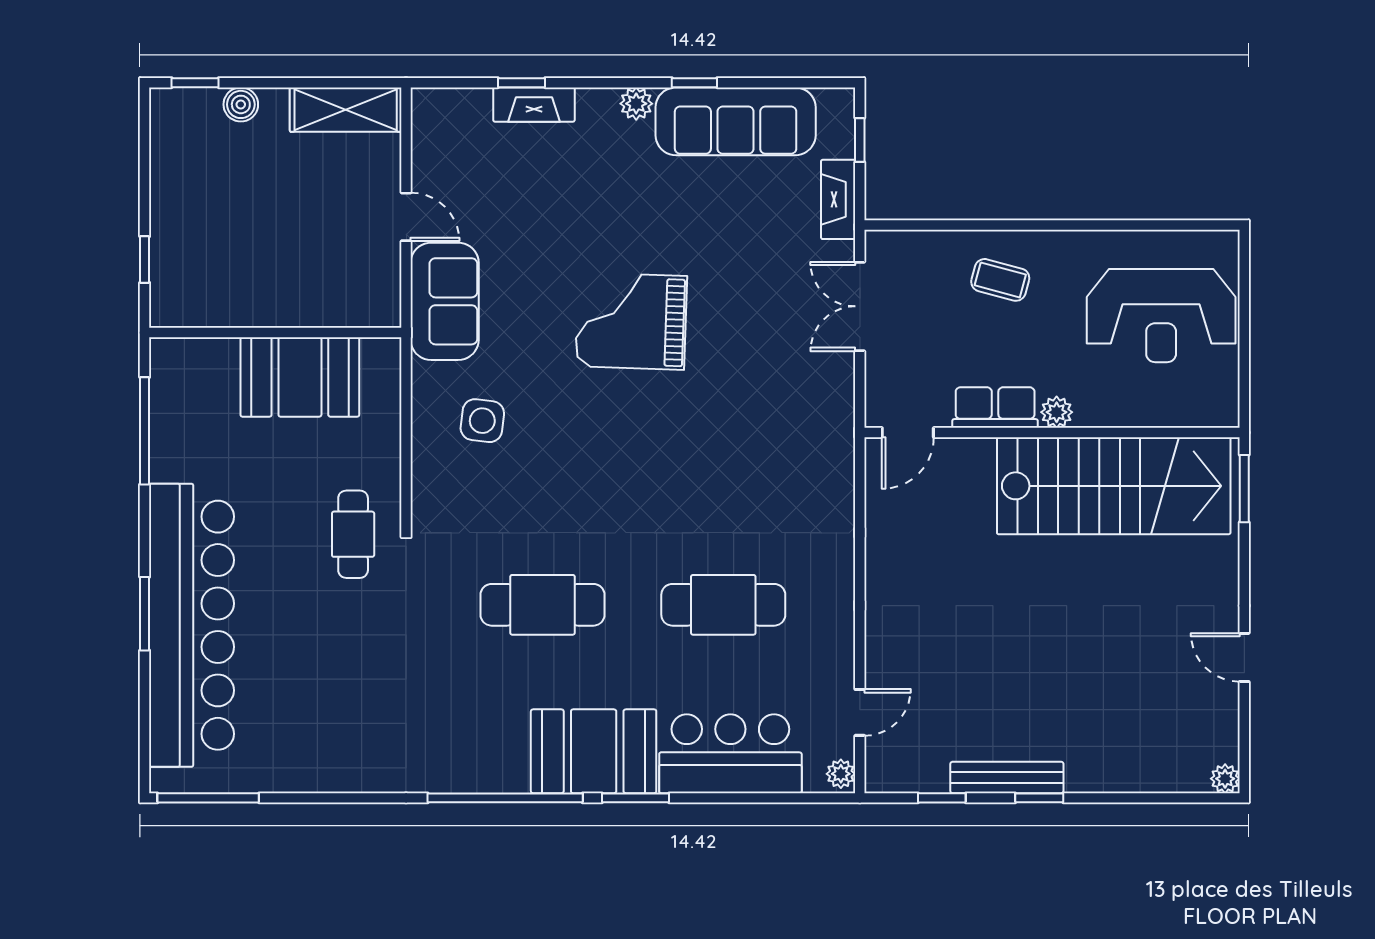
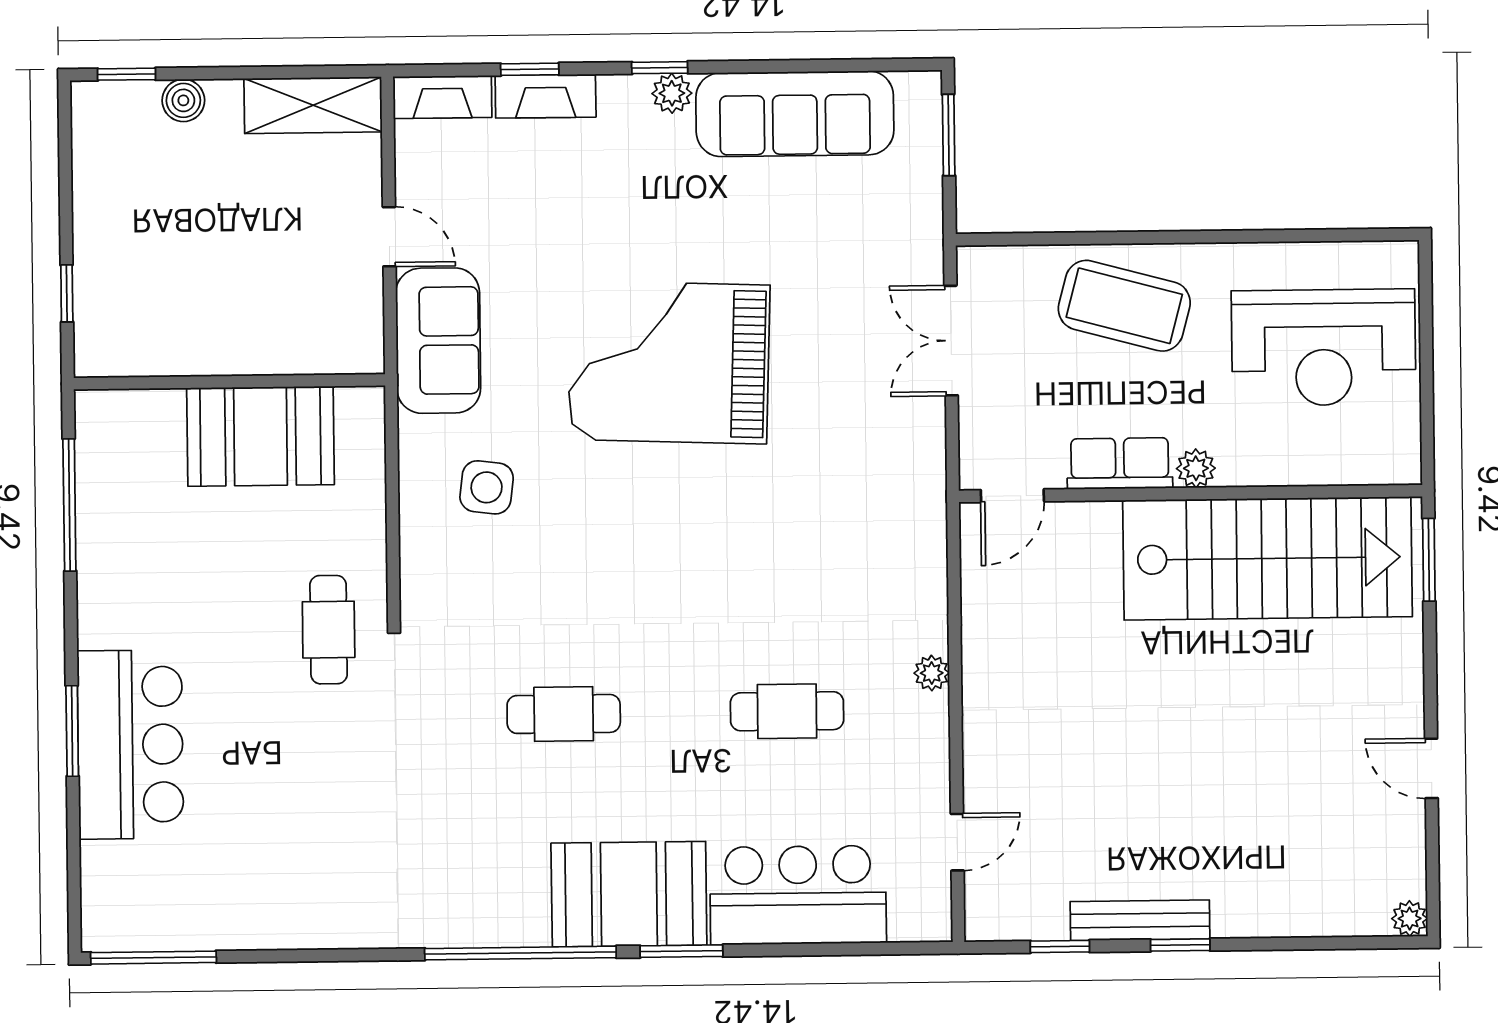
window: (694, 83) -> (660, 68), moved
window: (860, 140) -> (949, 135), width x1.50
fireplace: (838, 199) -> (442, 97), moved, turned -90
coffee table: (1000, 280) -> (1124, 306), width x1.86, depth x1.72
grand piano: (631, 321) -> (669, 362), width x1.37, depth x1.48
cafe table: (543, 605) -> (564, 714), width x0.73, depth x0.74
cafe table: (723, 605) -> (787, 711), width x0.73, depth x0.74
bar counter: (192, 625) -> (130, 745), width x0.54
plant: (841, 774) -> (932, 673), moved

